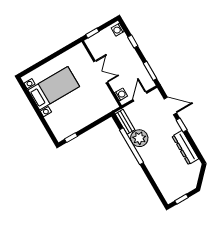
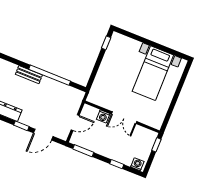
washing machine: (121, 94) -> (103, 116), moved
door: (140, 96) -> (75, 123), hinge flipped
bench: (125, 122) -> (29, 75), moved
plant: (139, 138) -> (48, 87), removed

